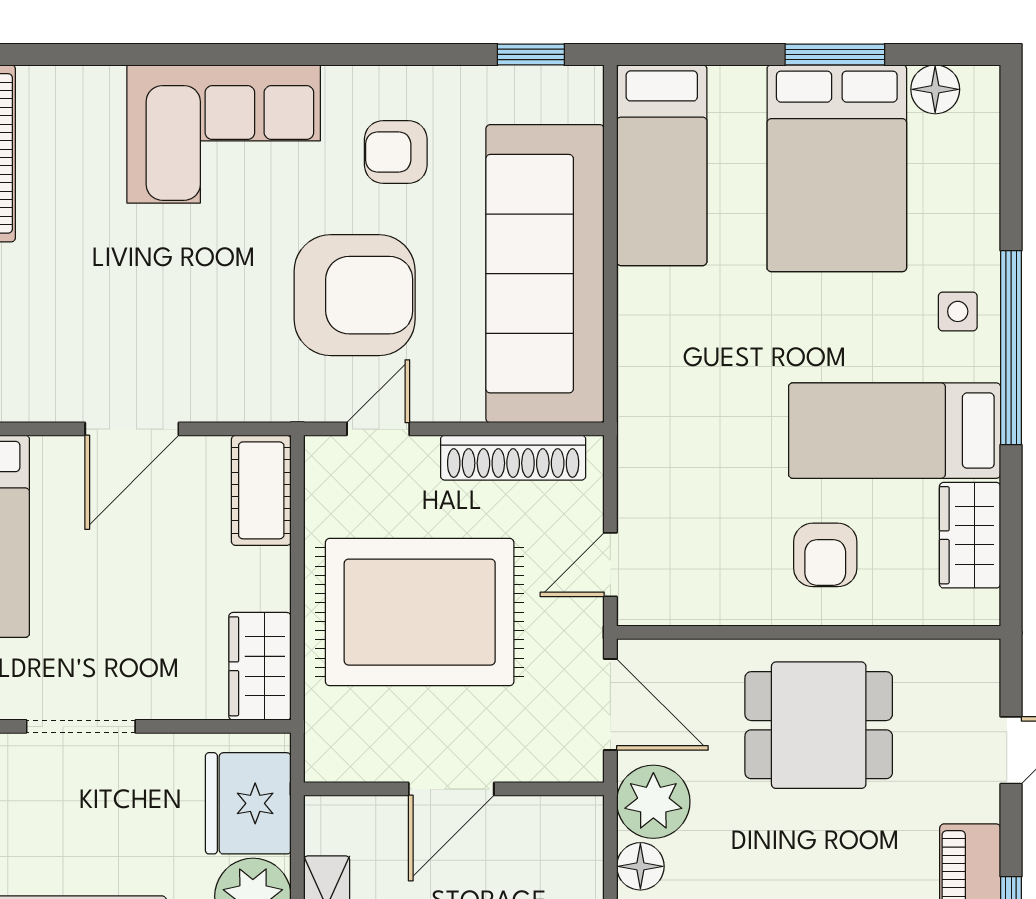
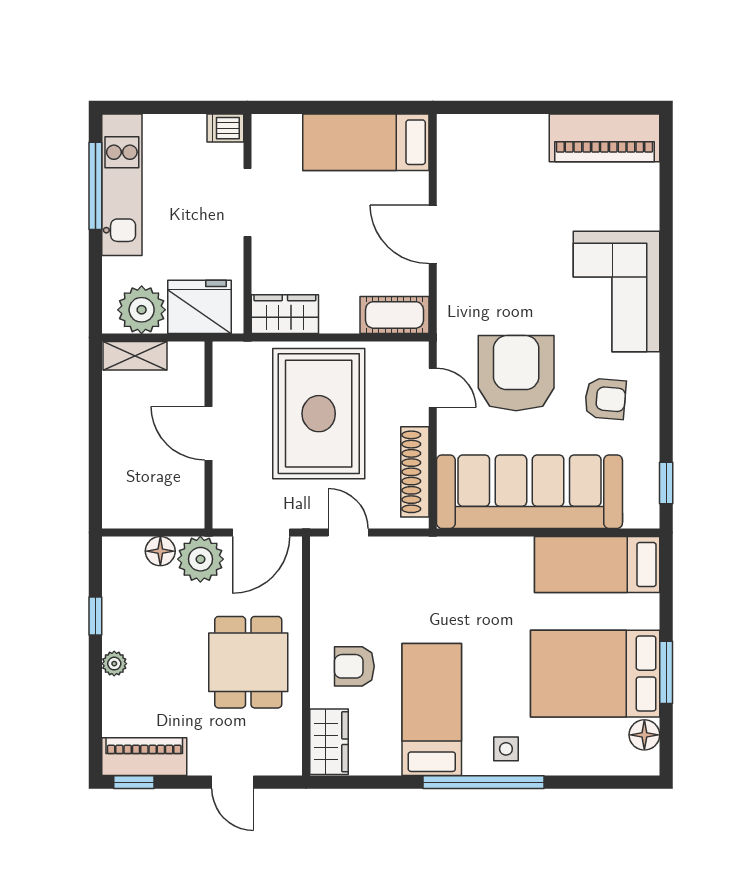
armchair: (396, 152) -> (605, 399), turned 95
armchair: (355, 295) -> (516, 373), turned 180
wardrobe: (970, 535) -> (329, 742), moved, turned 90

